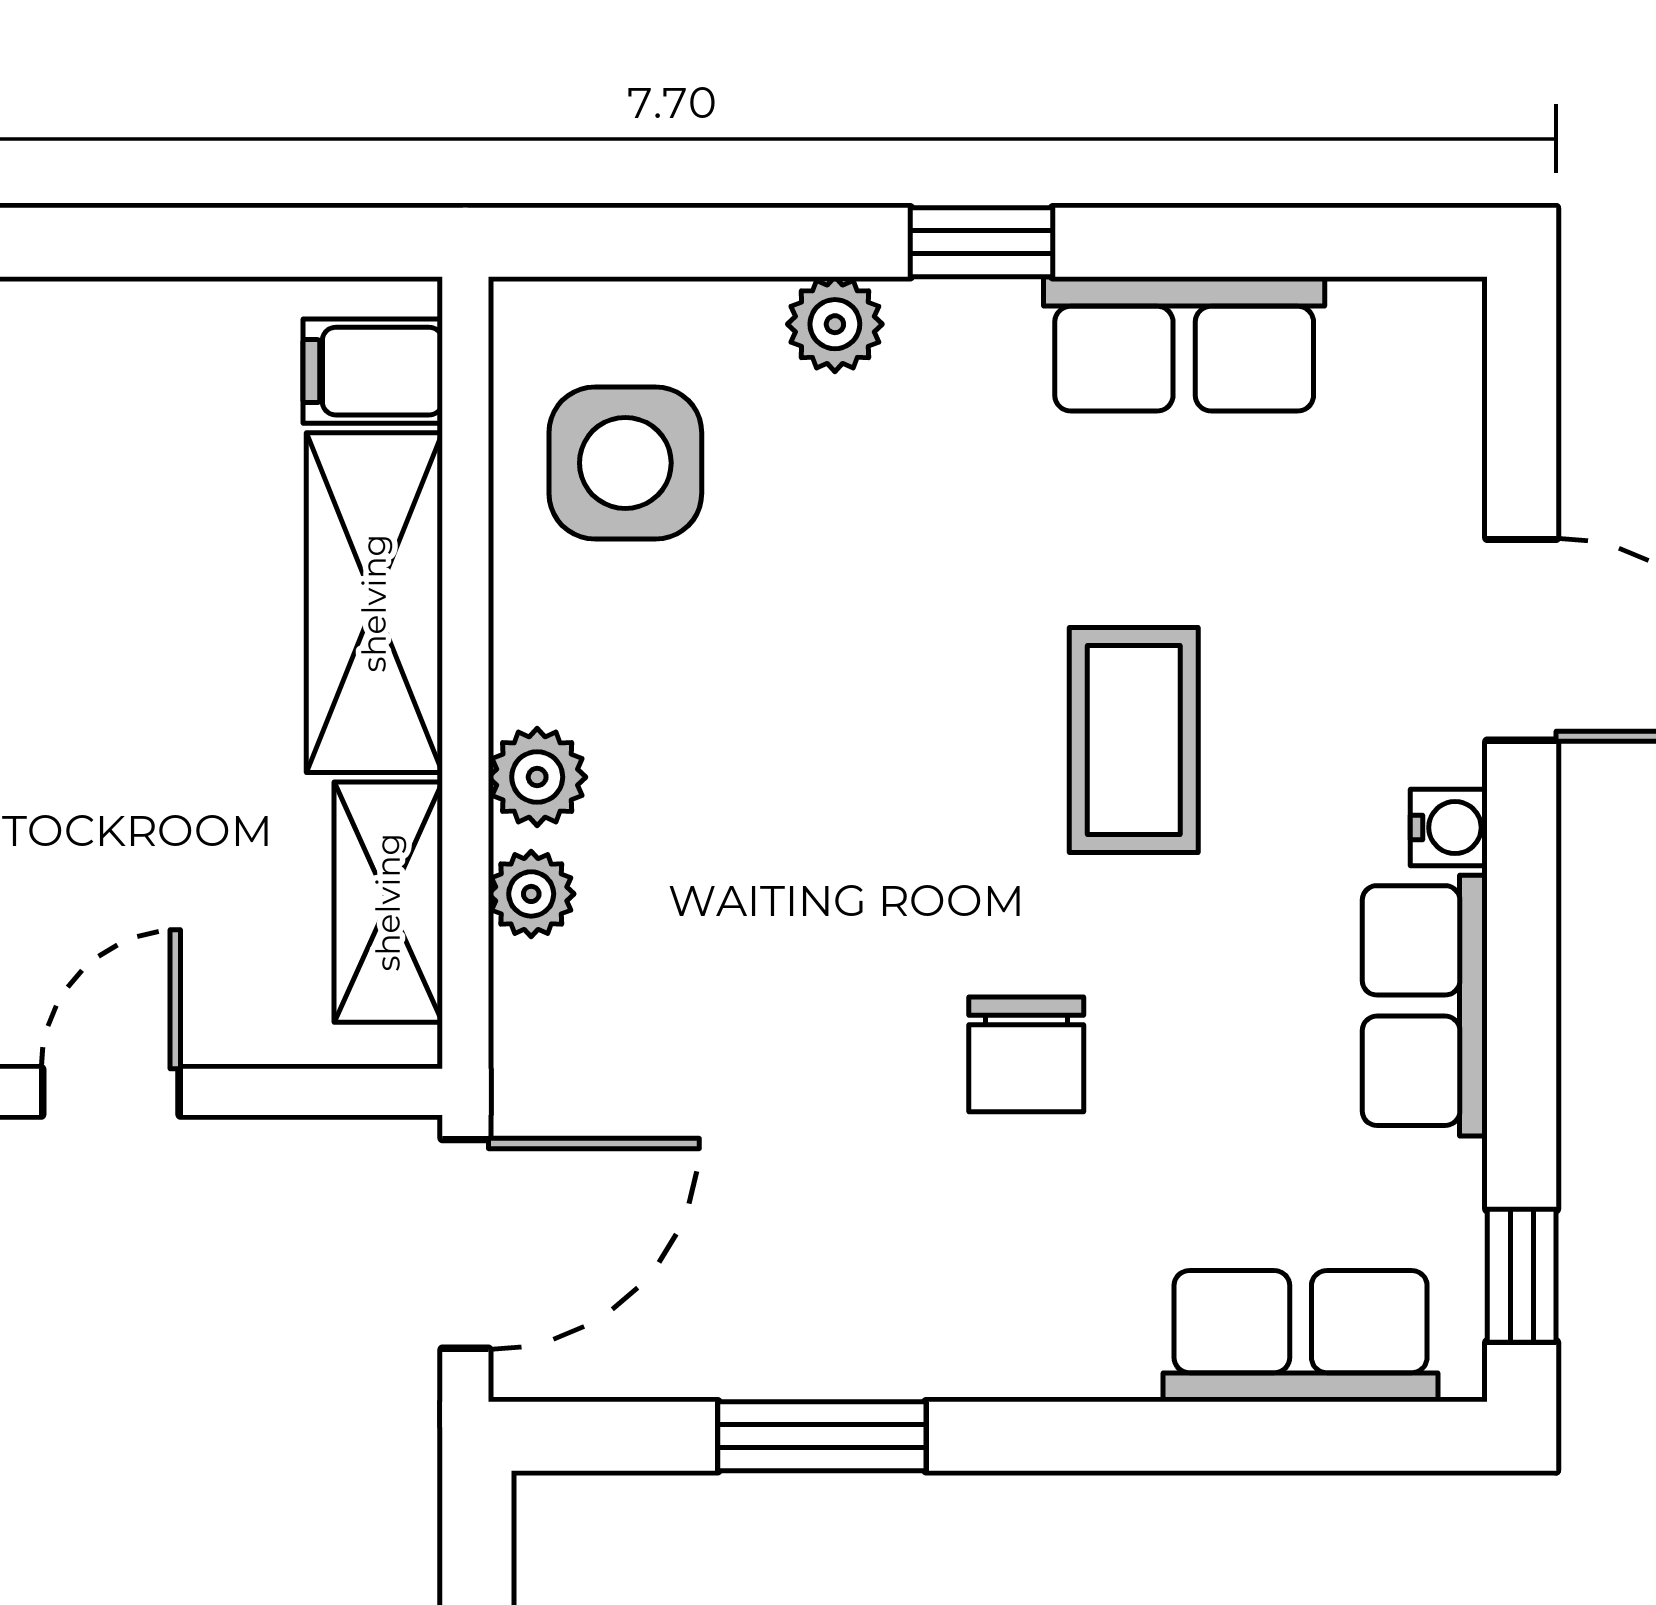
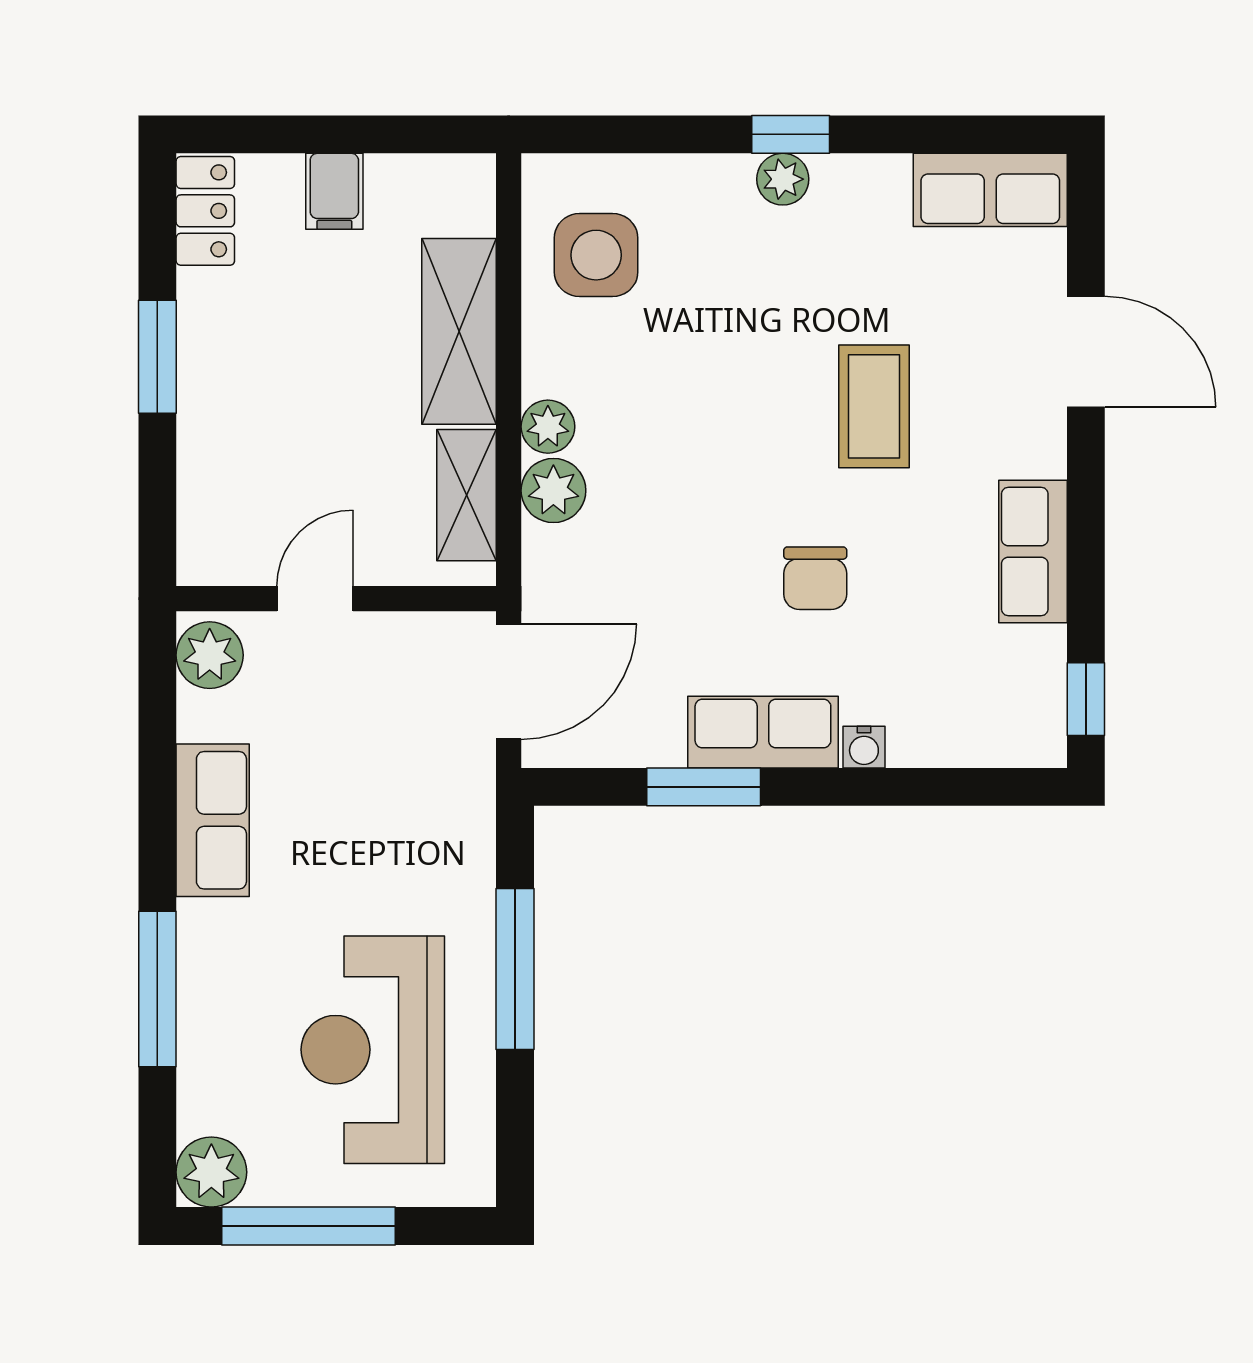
plant: (835, 324) -> (783, 179), moved
row of seats: (1184, 344) -> (990, 190), moved
filing cabinet: (373, 371) -> (334, 191), moved, turned -90
water cooler: (1449, 828) -> (864, 747), moved, turned 90
plant: (531, 894) -> (553, 491), width x1.38, depth x1.38
row of seats: (1301, 1336) -> (763, 732), moved

